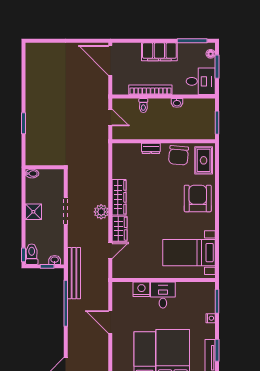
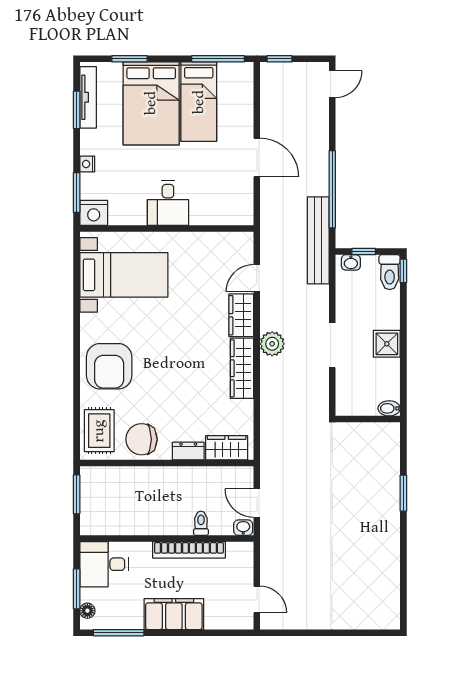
door: (110, 60) -> (257, 600), width x0.53
washbasin: (177, 103) -> (243, 528), moved
wardrobe: (128, 150) -> (227, 448), added
chair: (179, 155) -> (141, 439), turned -95
nightstand: (141, 289) -> (94, 213), moved

